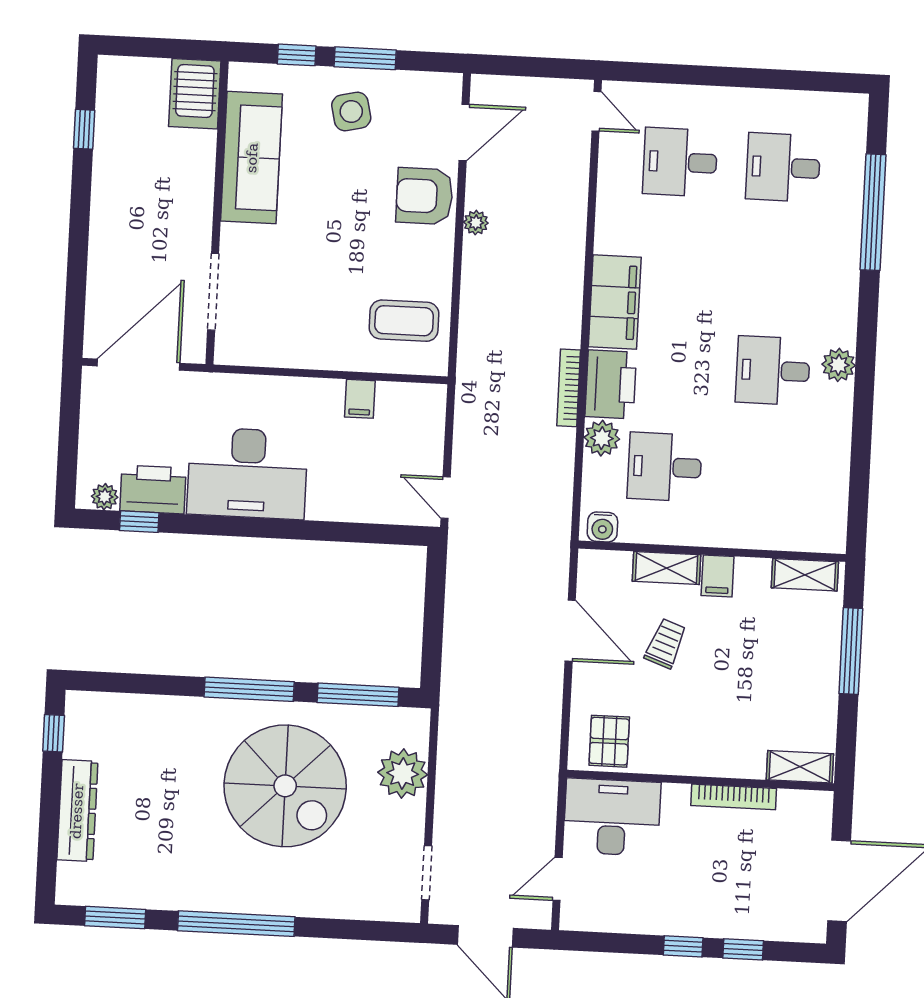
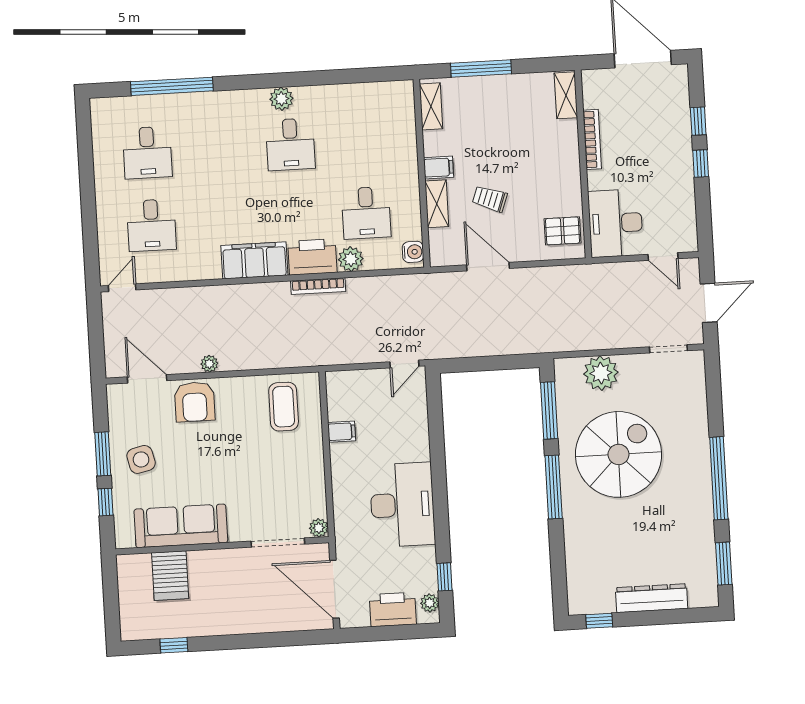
server rack: (195, 94) -> (170, 576), moved, turned 90
plant: (228, 352) -> (319, 528), added
printer: (153, 489) -> (393, 609), moved, turned 90
door: (570, 631) -> (488, 267), hinge flipped

